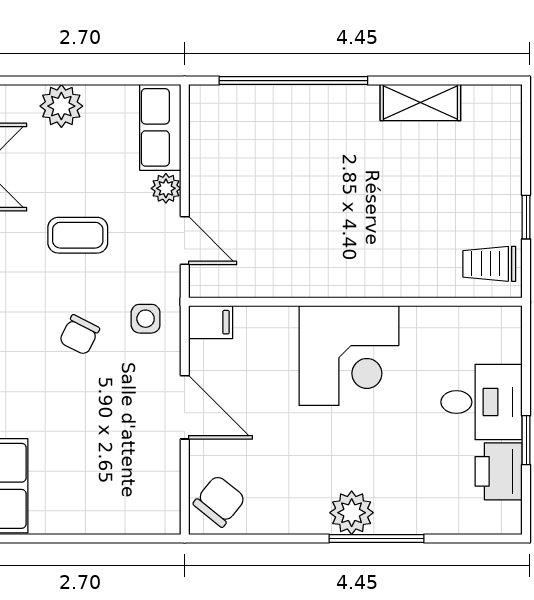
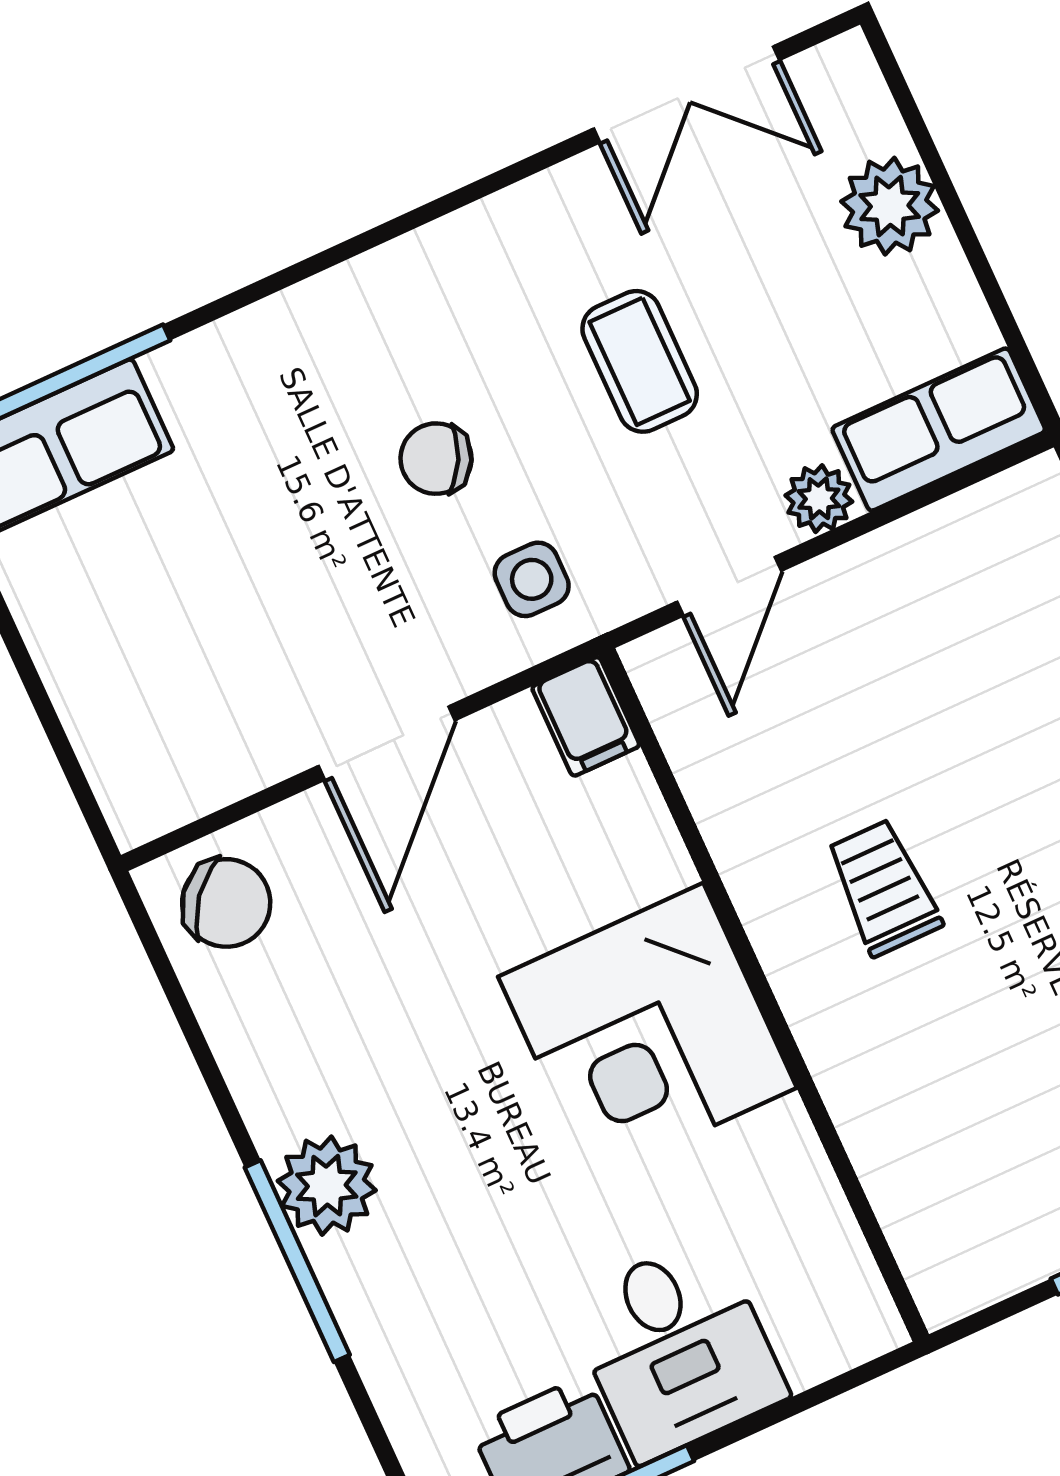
trolley: (489, 264) -> (883, 888), moved

